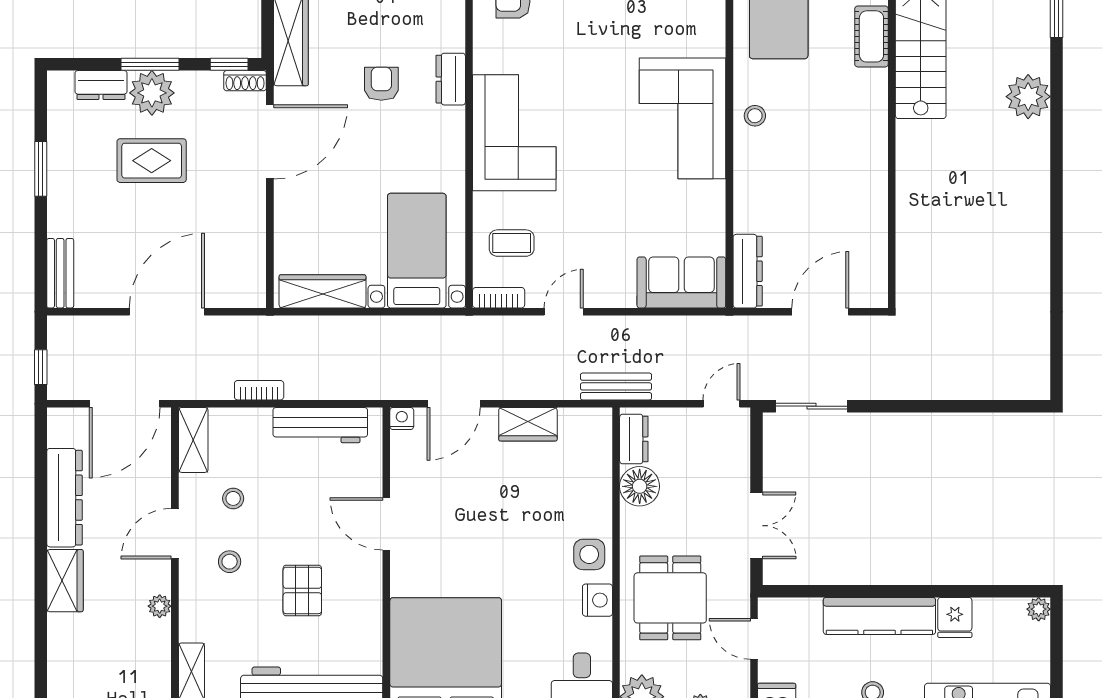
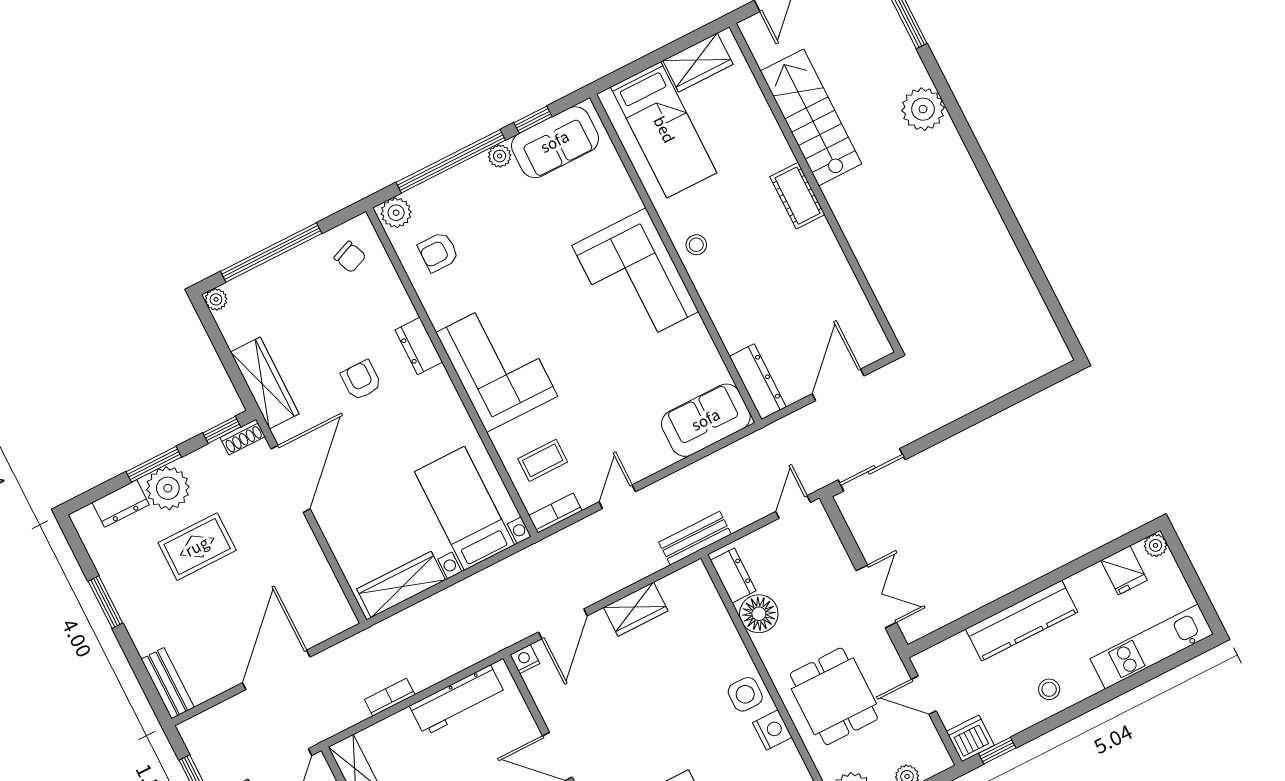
cot: (871, 36) -> (797, 196), moved
fridge: (955, 617) -> (1124, 570), moved

